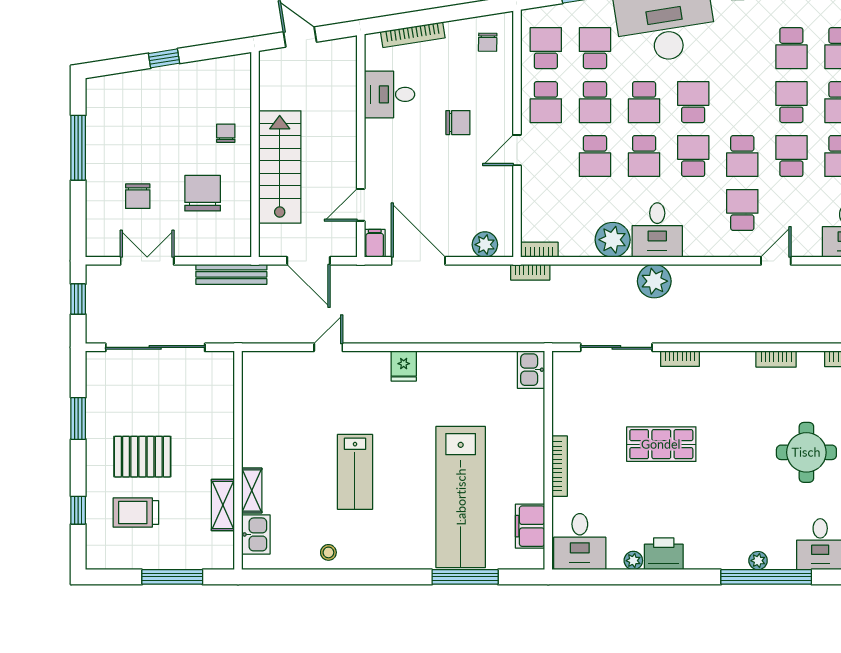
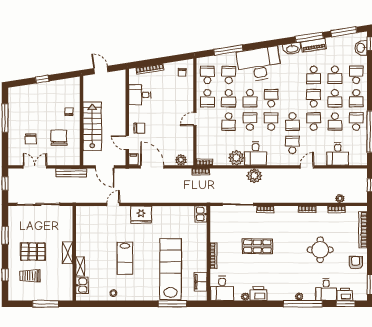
chair: (458, 123) -> (139, 128), moved
school desk: (644, 156) -> (250, 122), turned 180
door: (361, 205) -> (127, 143), hinge flipped
fridge: (404, 366) -> (141, 215), width x1.88, depth x1.34
lab bench: (461, 497) -> (171, 269), turned 180
shelving: (223, 505) -> (68, 253), moved

